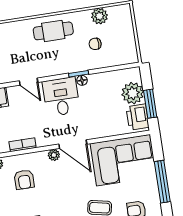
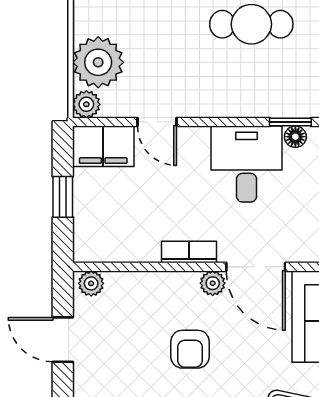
door: (29, 82) -> (157, 122), moved
bookcase: (23, 145) -> (189, 252), moved
armchair: (24, 180) -> (190, 349), moved

